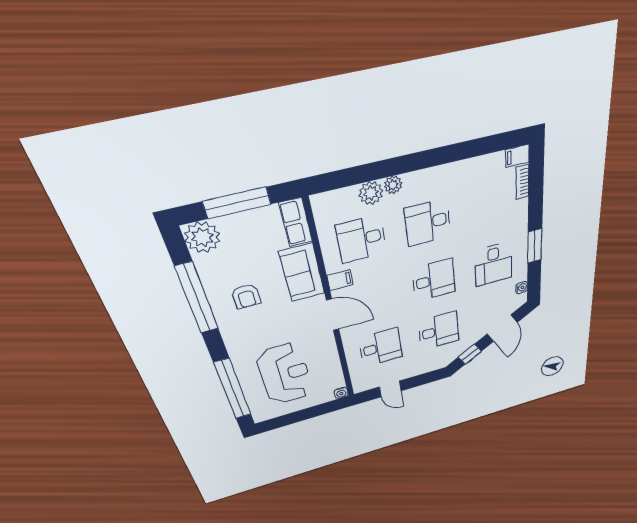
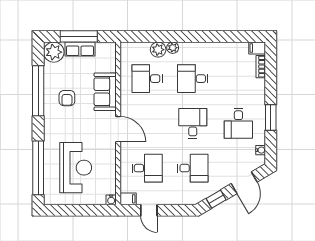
row of seats: (296, 222) -> (80, 49), moved, turned -90
filing cabinet: (340, 280) -> (128, 199), moved
desk: (434, 280) -> (193, 123), turned -90

